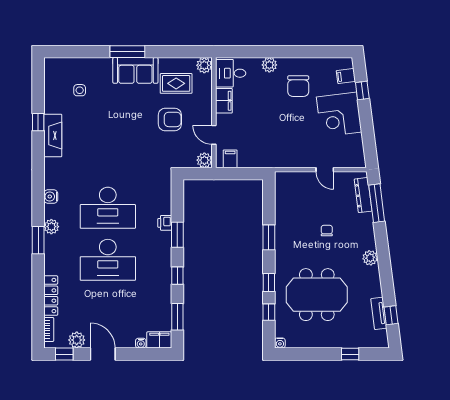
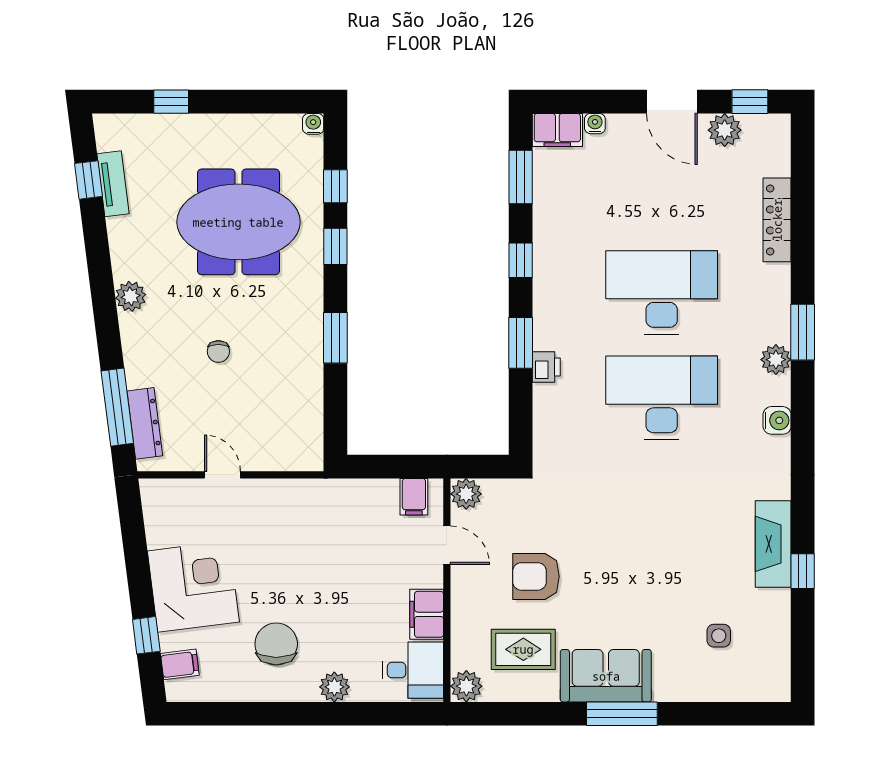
bookcase: (49, 329) -> (781, 151), removed

